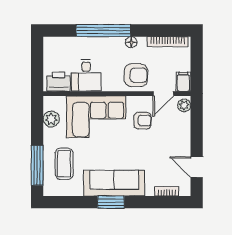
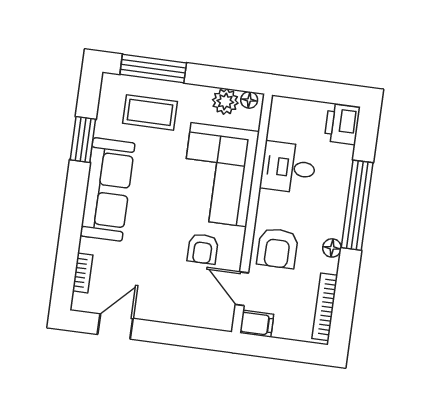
printer: (59, 82) -> (342, 124), moved, turned 180
floor lamp: (48, 105) -> (249, 100), added
plant: (184, 105) -> (218, 320), removed
window: (111, 202) -> (83, 139), moved

